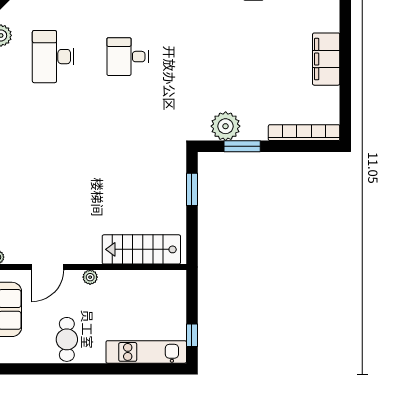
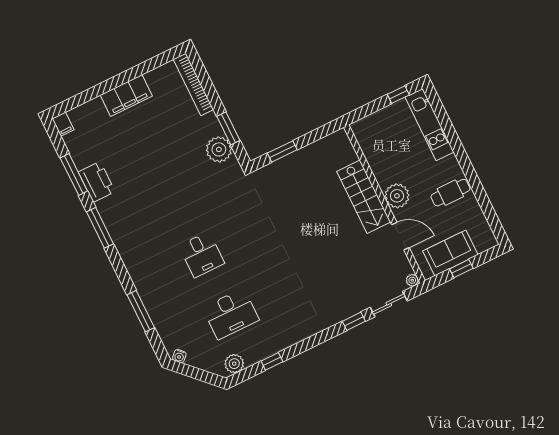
stairs: (141, 249) -> (364, 197), moved
plant: (90, 277) -> (397, 196), width x1.87, depth x1.87

